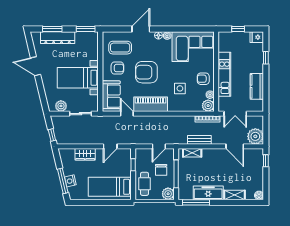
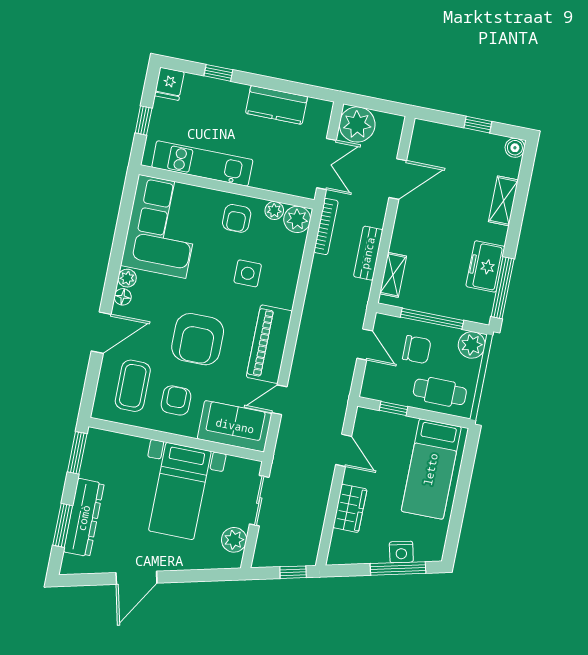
door: (141, 29) -> (101, 333), swing flipped
kitchen unit: (224, 74) -> (202, 163), moved
plant: (255, 136) -> (357, 124), moved
window: (266, 161) -> (478, 125), moved
freezer: (208, 193) -> (485, 266), width x0.71

